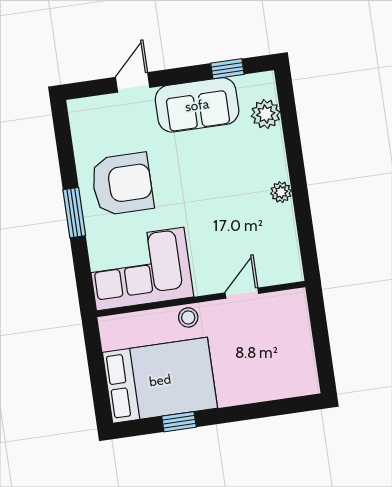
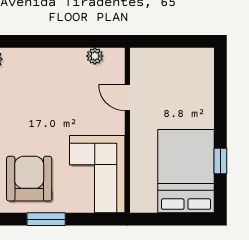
plant: (281, 192) -> (95, 56), moved
stool: (188, 317) -> (140, 142), removed

